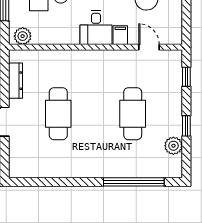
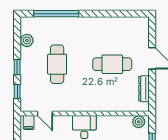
filing cabinet: (120, 35) -> (29, 122), moved
cafe table: (58, 114) -> (112, 64), turned 90
window: (186, 126) -> (17, 67), moved

